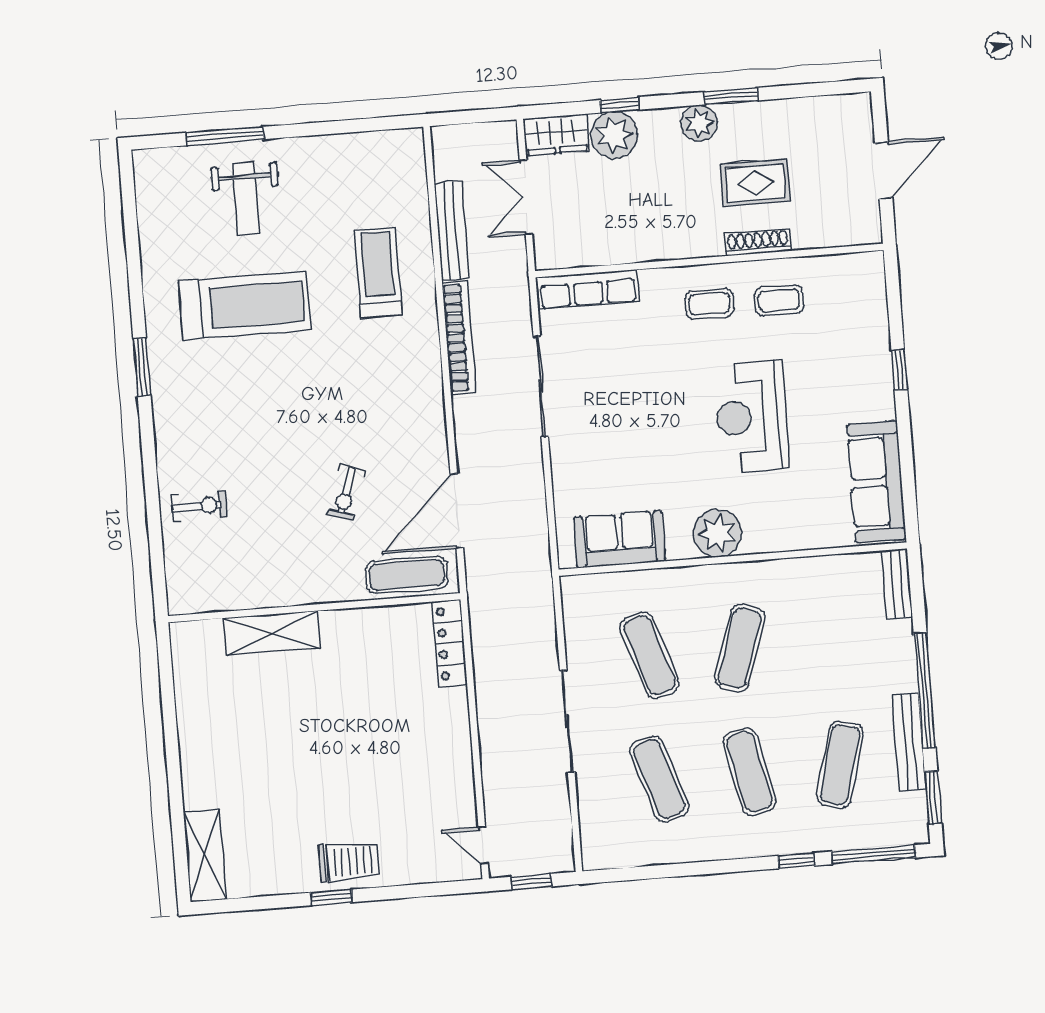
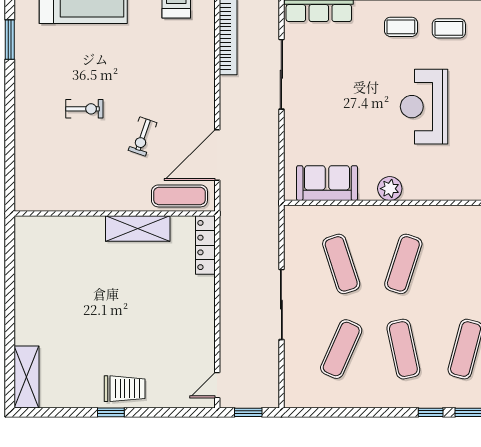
exercise bike: (199, 506) -> (84, 109), moved
plant: (717, 533) -> (390, 189), width x0.73, depth x0.73
shelving: (272, 633) -> (138, 228), moved
exercise mat: (659, 779) -> (341, 349), turned 42
door: (483, 845) -> (217, 385), hinge flipped

